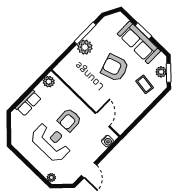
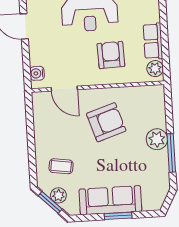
armchair: (115, 68) -> (106, 122), moved
row of seats: (28, 103) -> (153, 41), moved
armchair: (69, 120) -> (111, 55), moved

